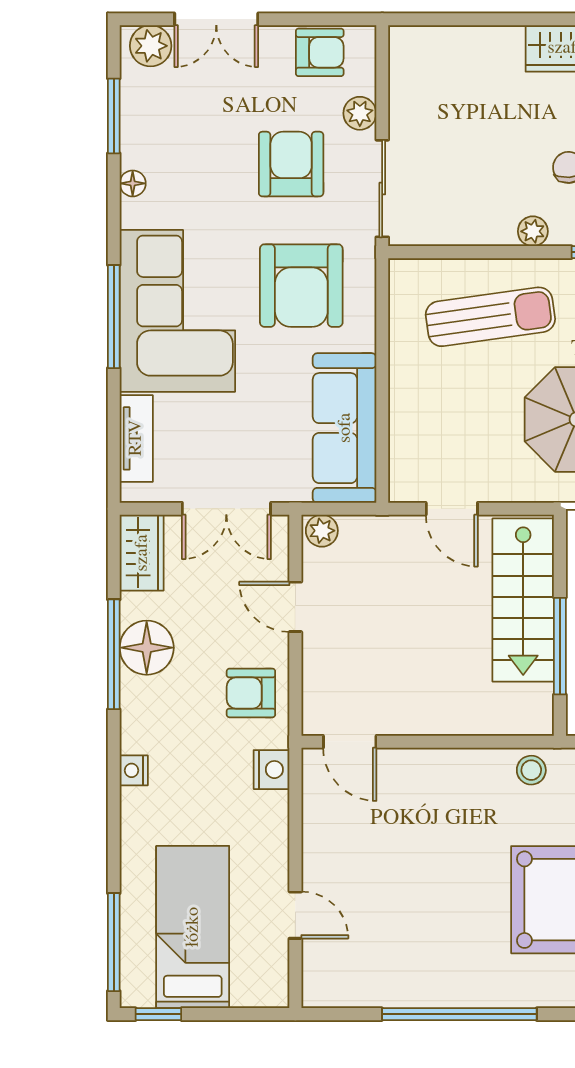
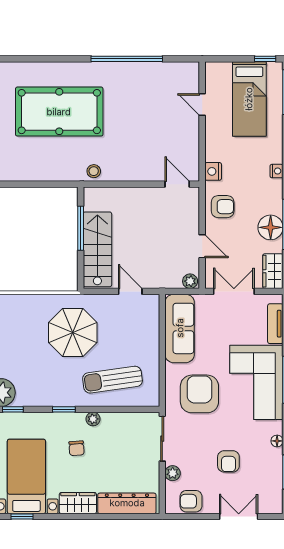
plant: (151, 46) -> (269, 504), removed
dresser: (459, 48) -> (127, 503), added
armchair: (291, 164) -> (228, 461), moved, width x0.72, depth x0.72

